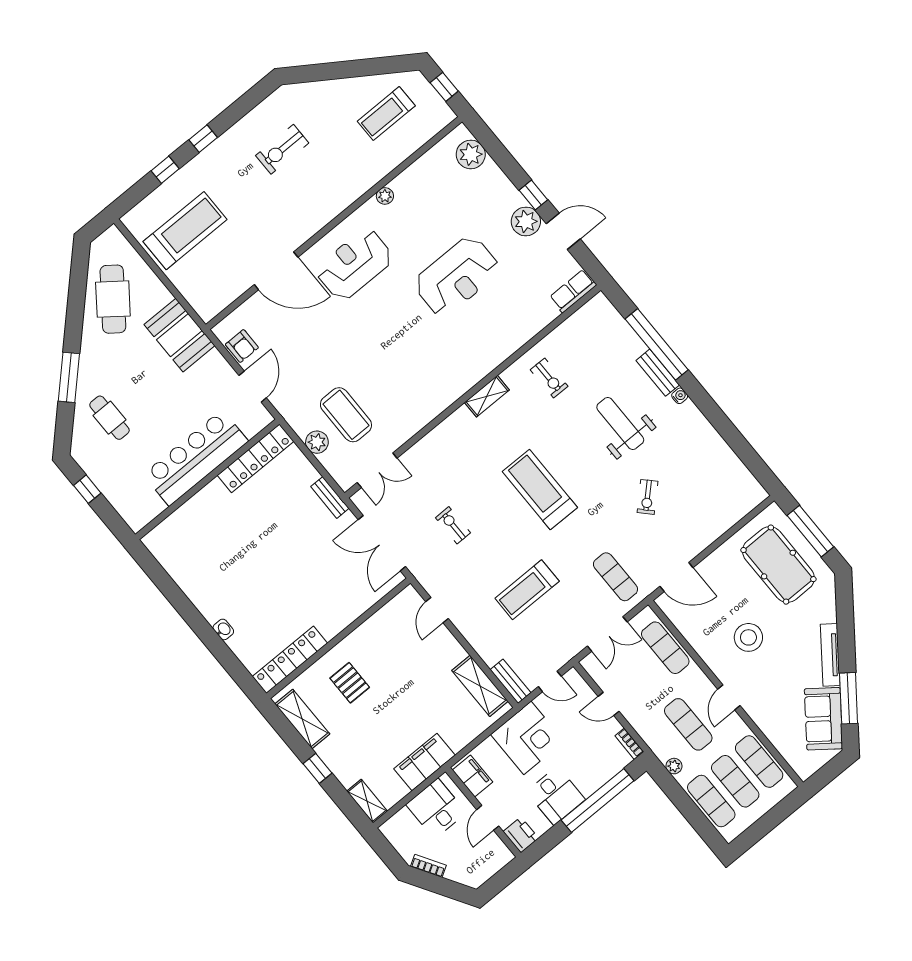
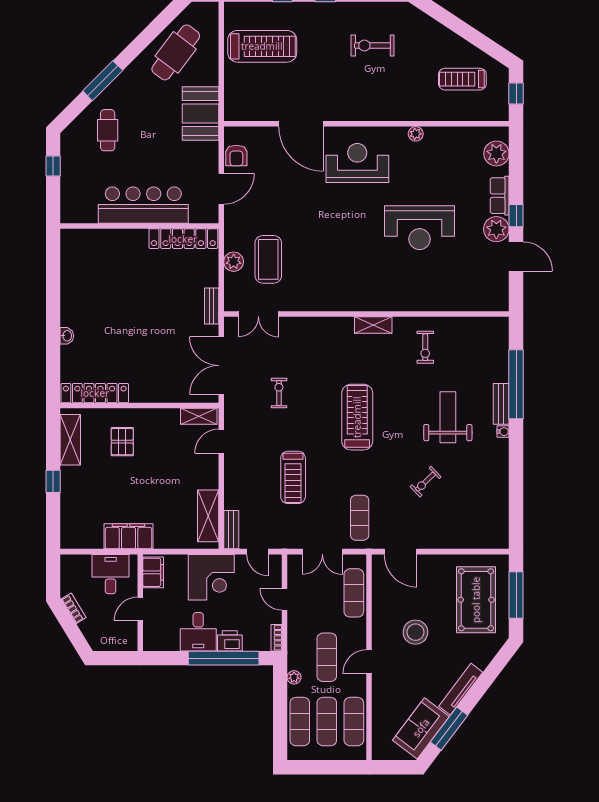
row of seats: (573, 291) -> (500, 196), moved, turned -90
treadmill: (527, 590) -> (293, 477), turned -90
shelving: (367, 801) -> (199, 416), moved, turned 90
printer: (521, 835) -> (230, 641), moved, turned -90

